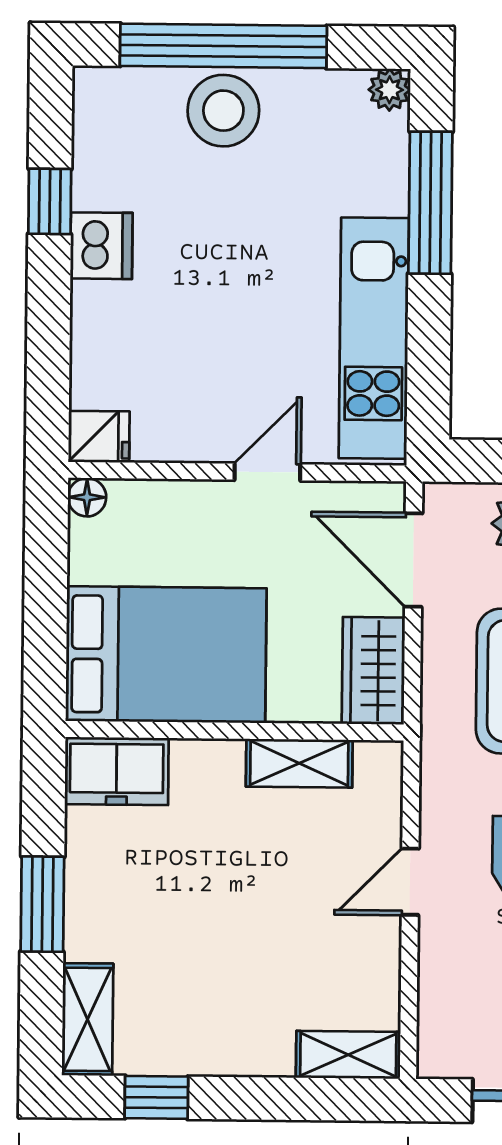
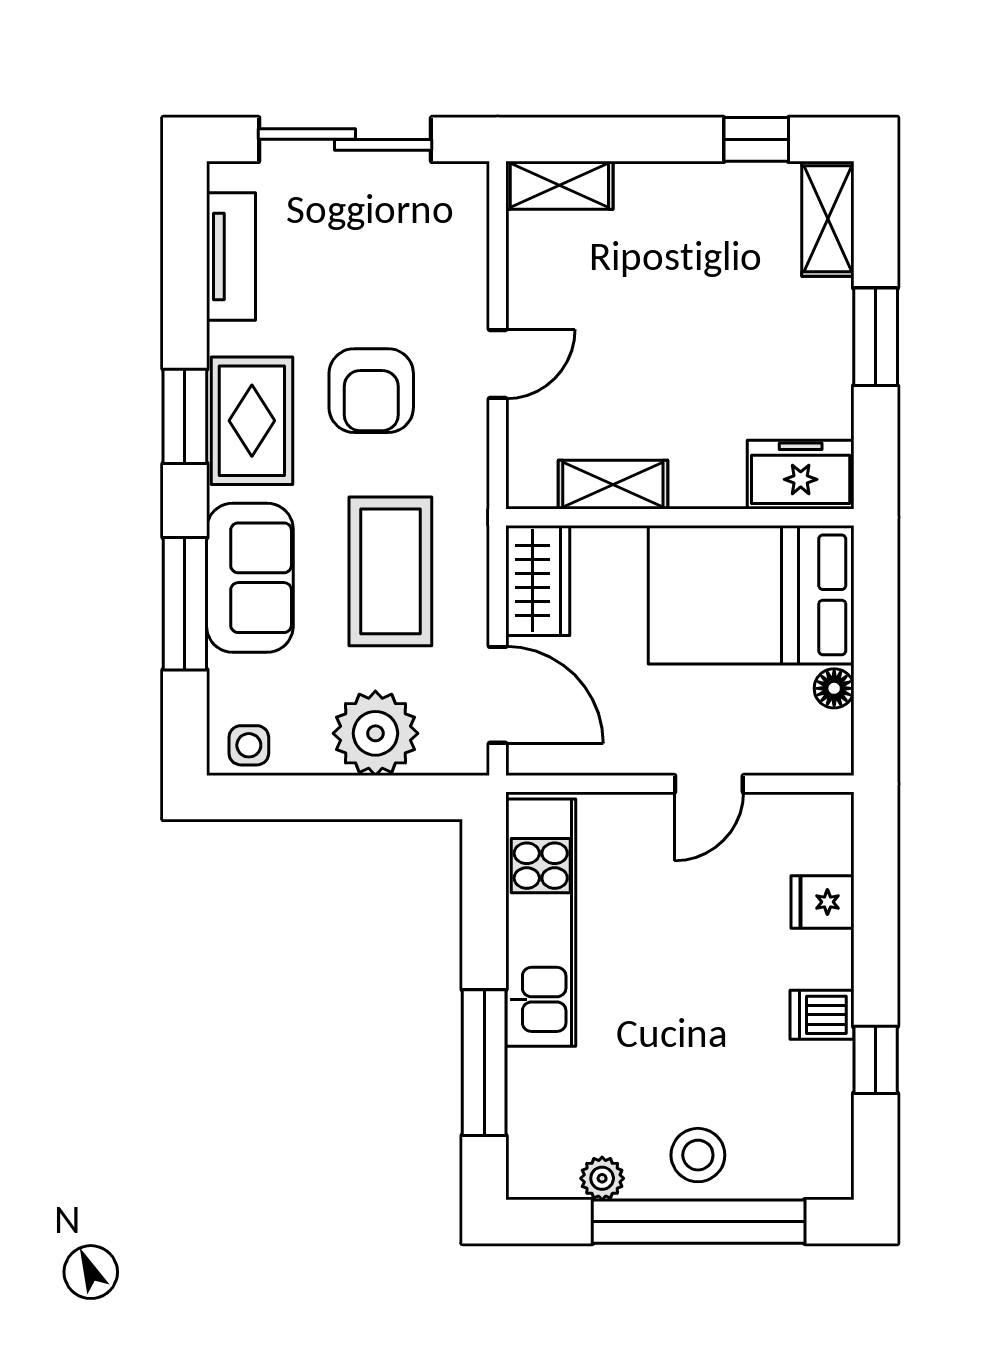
plant: (390, 90) -> (602, 1178), moved
stool: (223, 111) -> (698, 1155), width x0.73, depth x0.73
dishwasher: (101, 246) -> (822, 1015), width x0.73
fridge: (99, 437) -> (822, 902), moved
door: (267, 472) -> (709, 784), moved
floor lamp: (87, 497) -> (834, 688), moved

